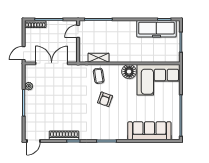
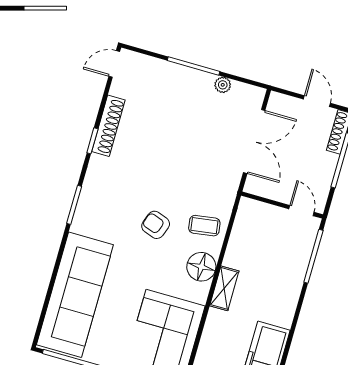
door: (24, 53) -> (317, 101), moved
shelving: (99, 58) -> (224, 288), moved
floor lamp: (129, 72) -> (201, 267), moved
sofa: (149, 131) -> (75, 295), width x1.36, depth x1.27
door: (33, 141) -> (114, 64), hinge flipped

